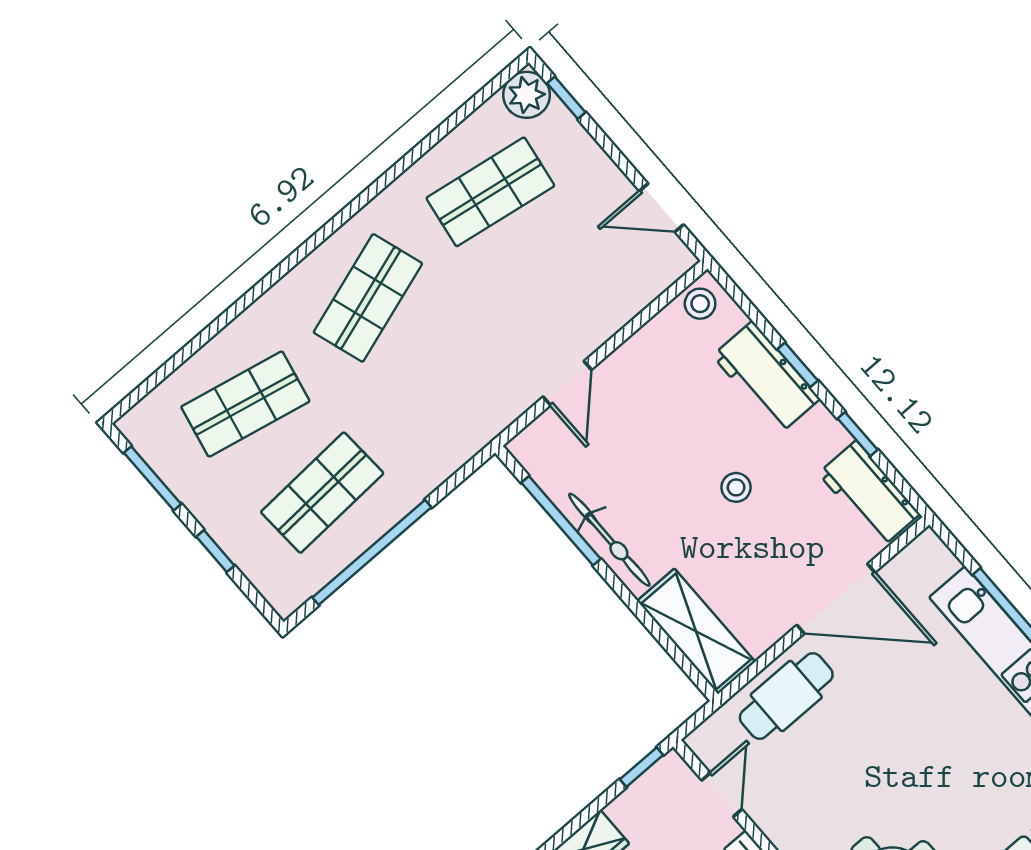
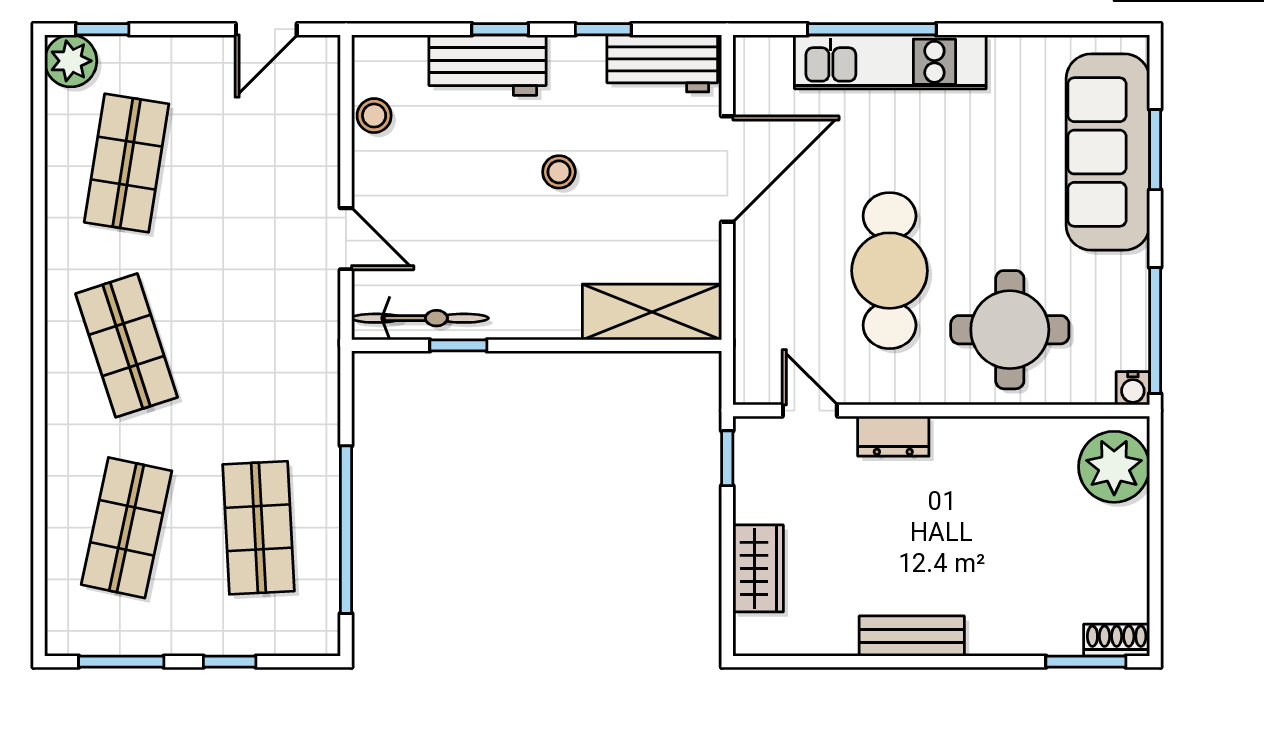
stool: (700, 304) -> (374, 116), moved
window: (561, 521) -> (458, 345), width x0.46
bicycle: (609, 540) -> (420, 318), moved
cafe table: (786, 696) -> (890, 271), moved, width x1.37, depth x1.35

